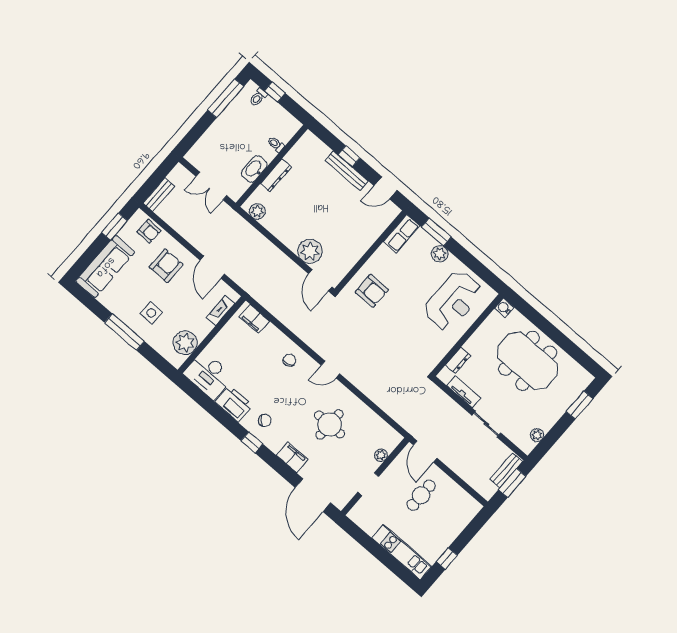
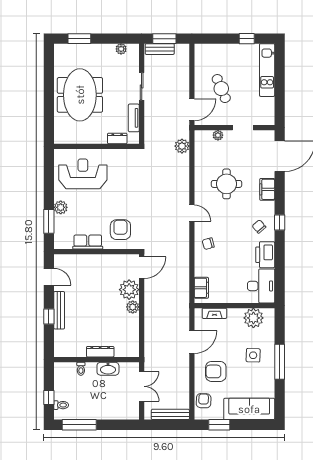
bench: (159, 195) -> (170, 414), width x1.36
plant: (257, 211) -> (133, 307), moved
row of seats: (401, 234) -> (88, 242), moved
water cooler: (504, 308) -> (60, 138), removed
plant: (400, 414) -> (182, 146), added
cafe table: (421, 495) -> (221, 89), turned 67

